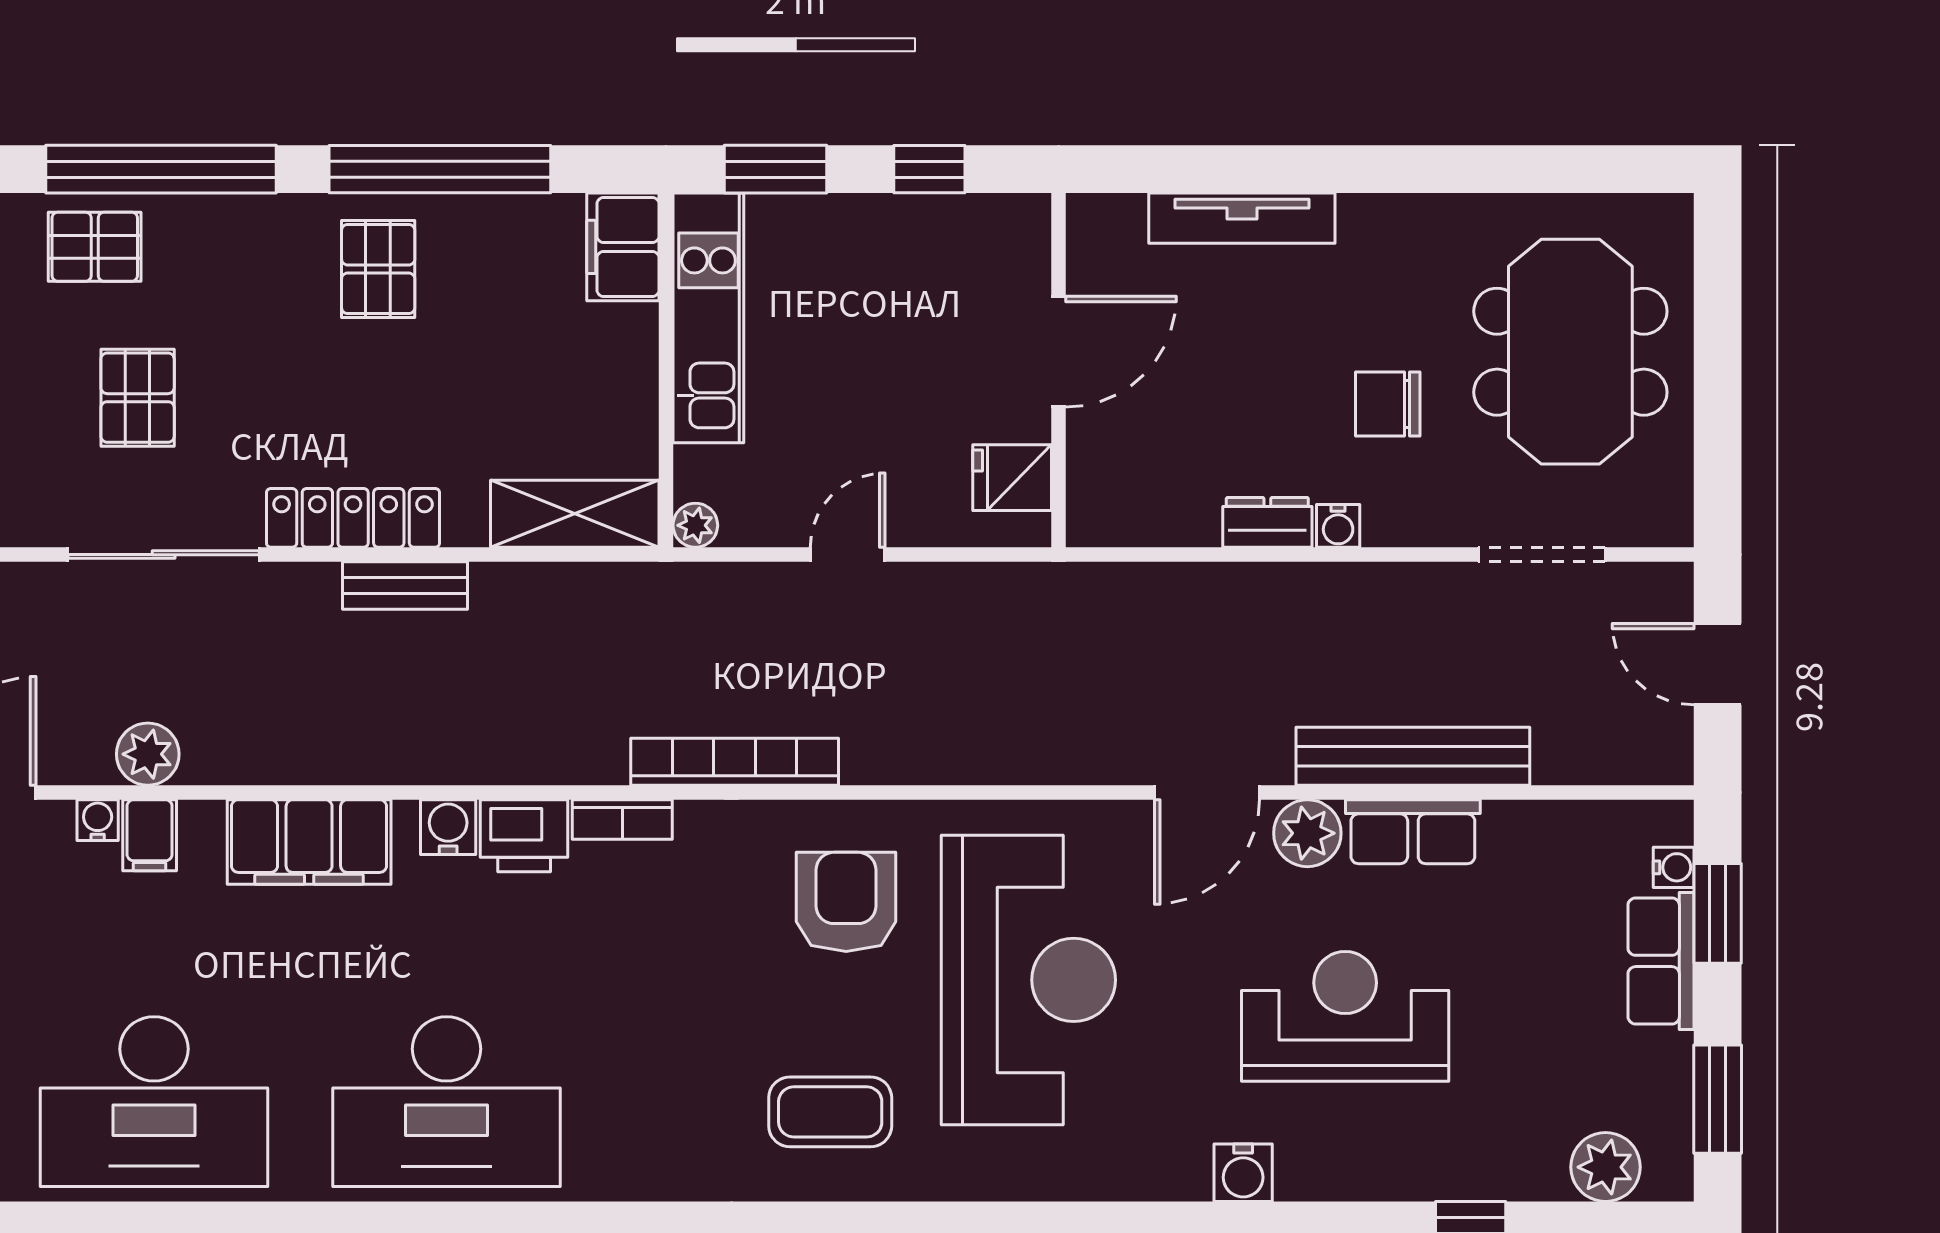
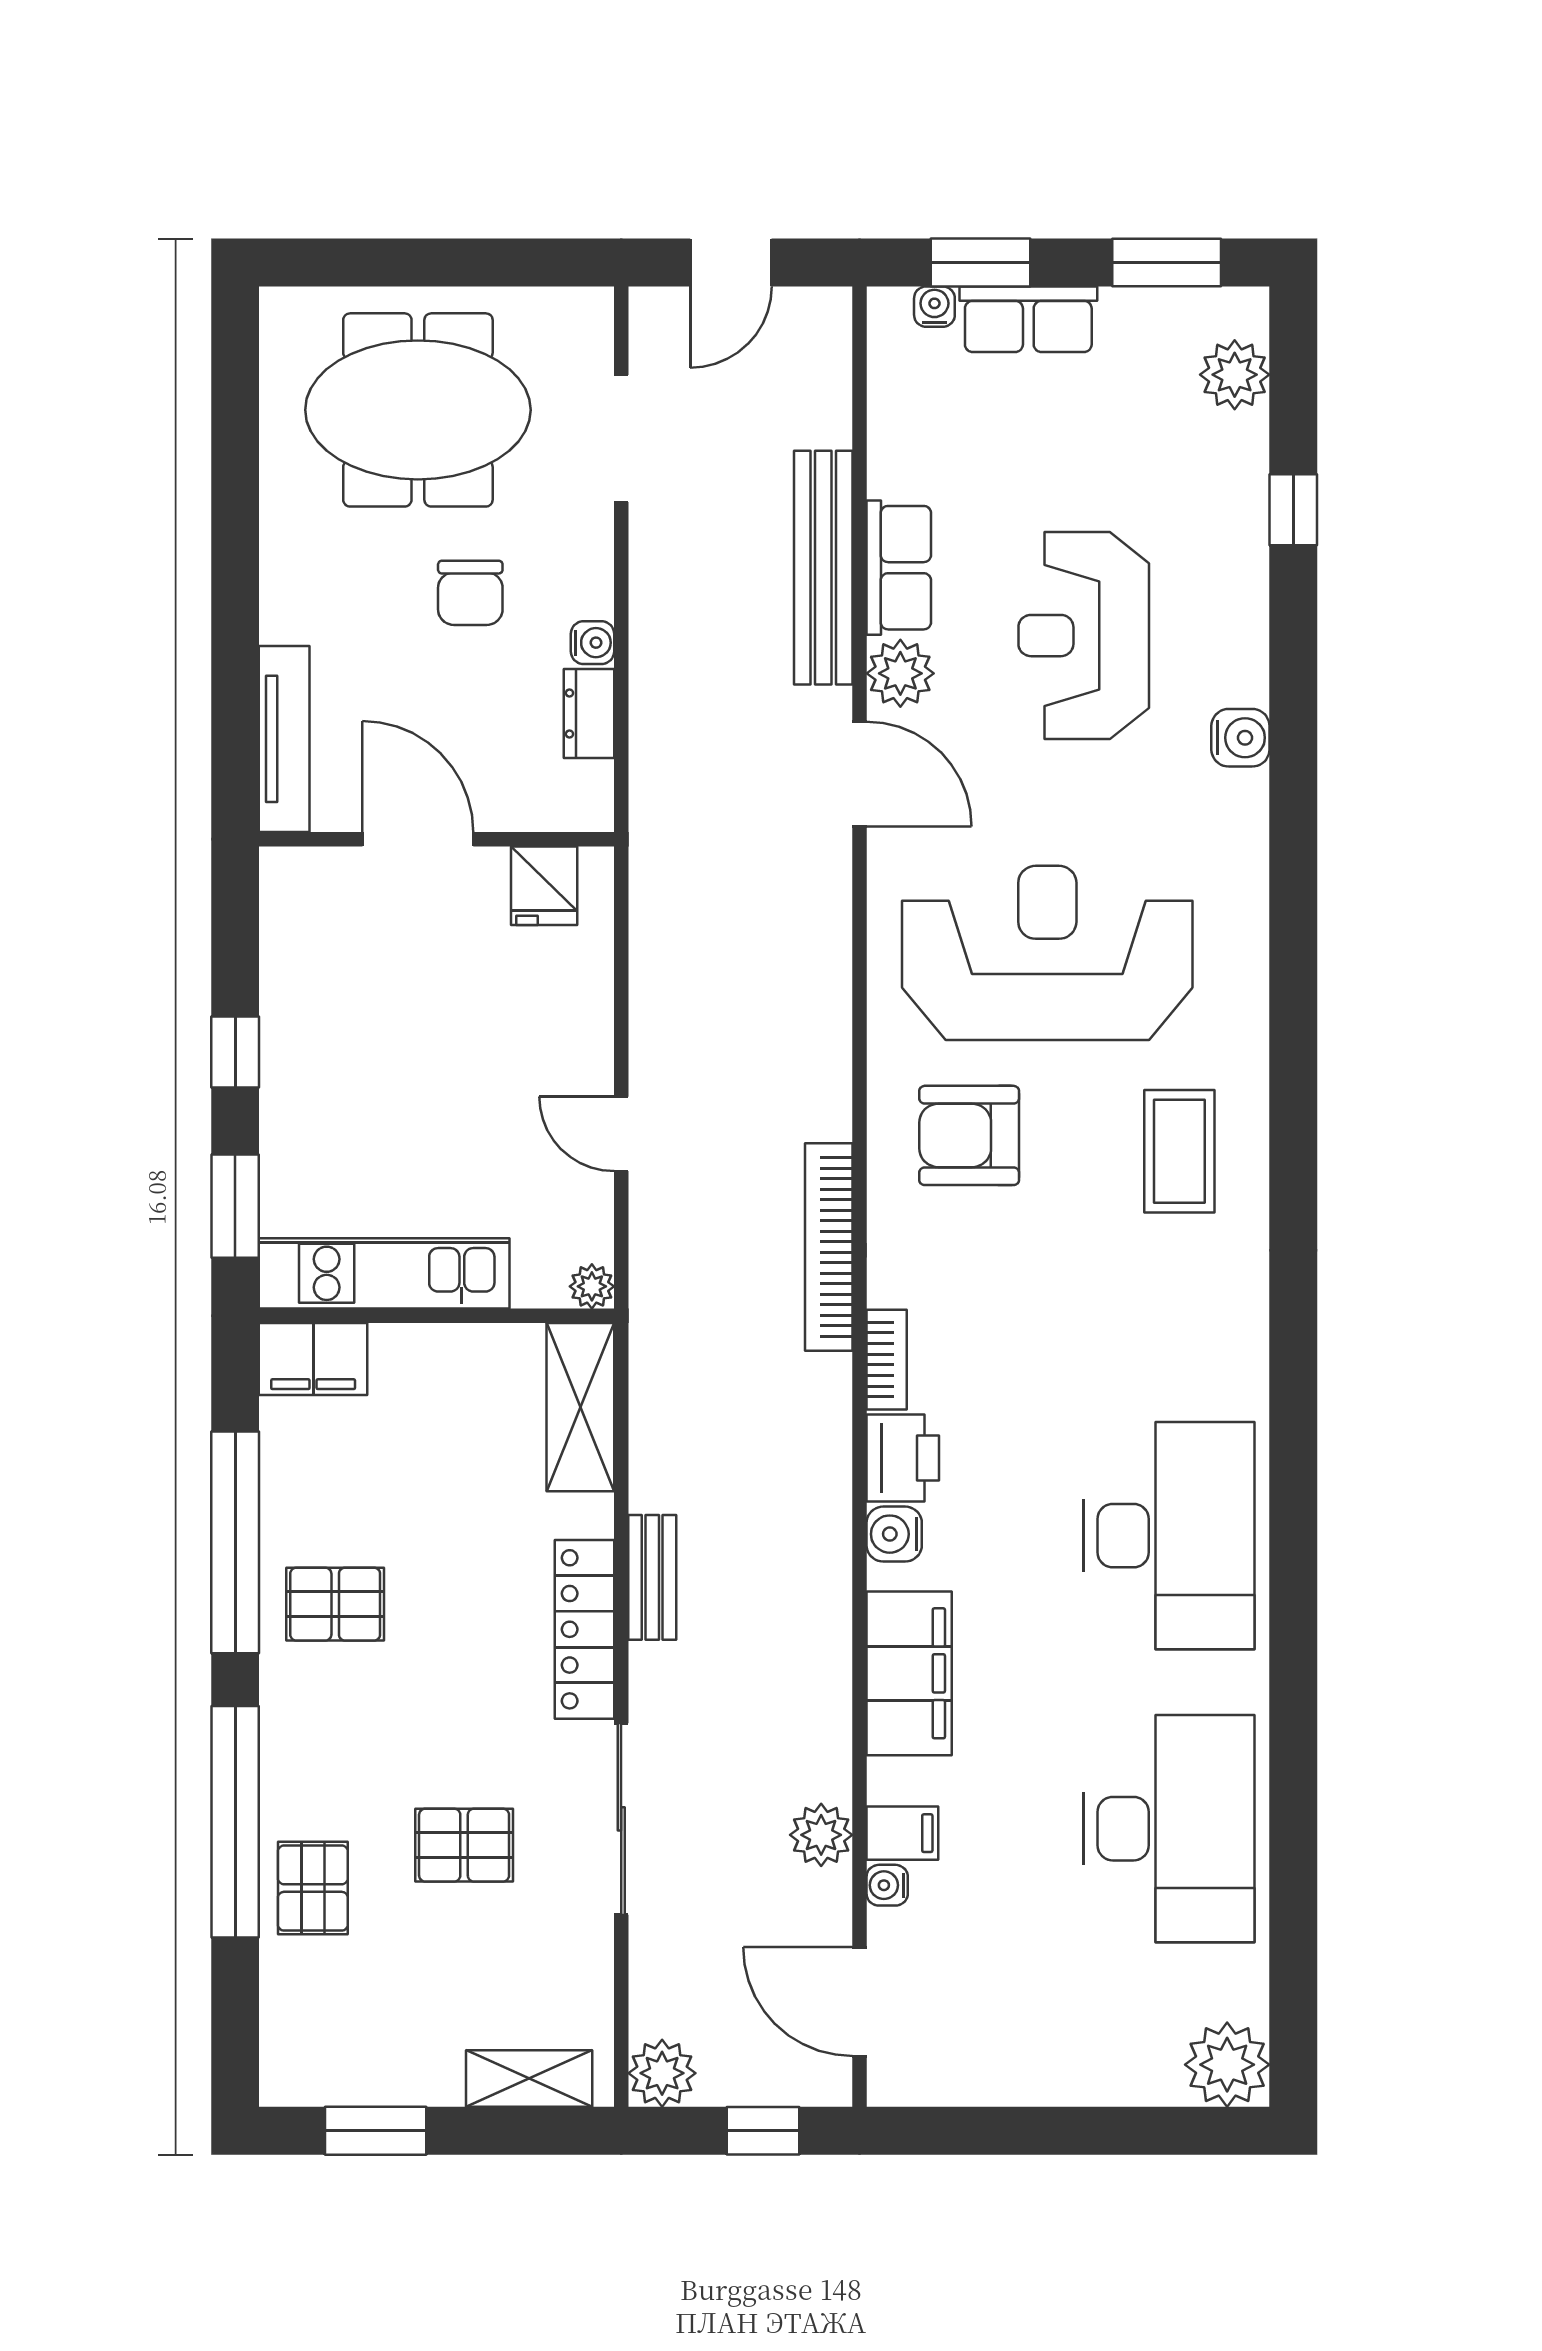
door: (1059, 352) -> (418, 839), moved
wall: (1059, 370) -> (437, 839), moved
fridge: (1012, 478) -> (544, 886), moved

